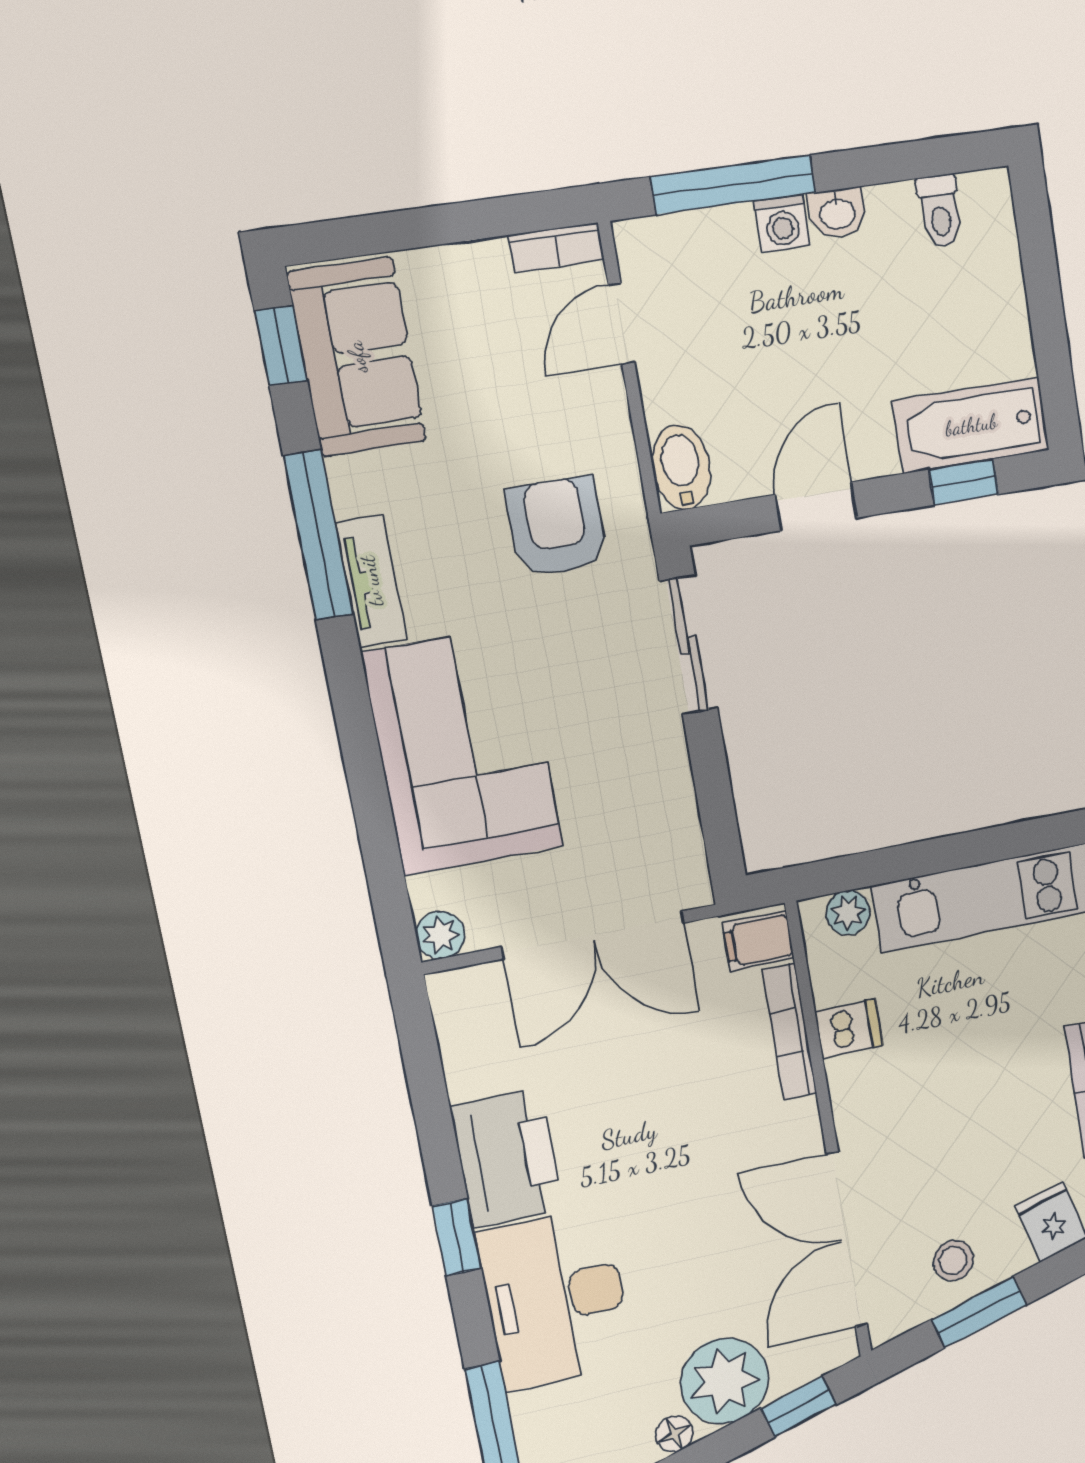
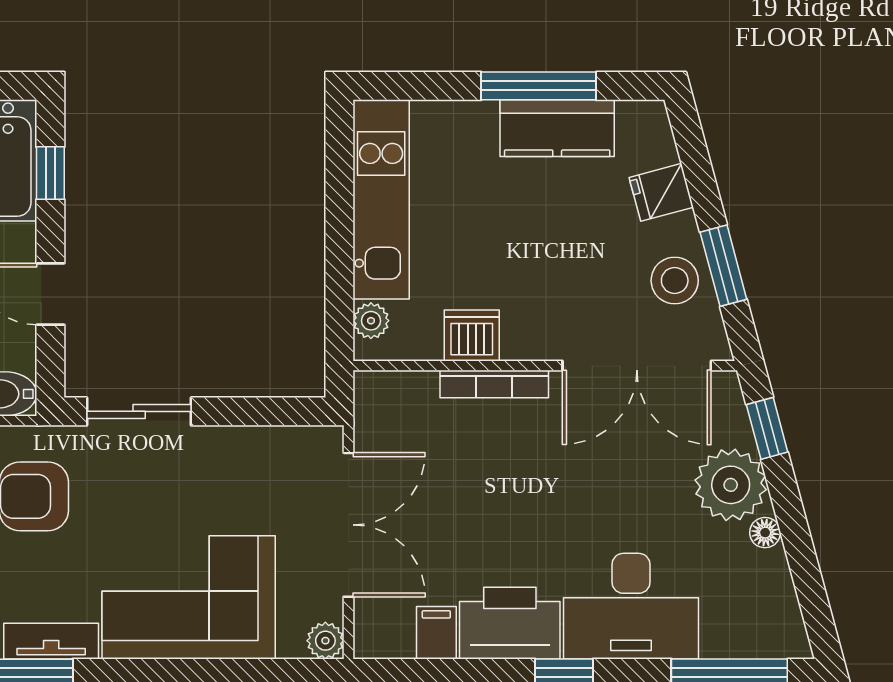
filing cabinet: (758, 941) -> (436, 633), moved, turned 180
dishwasher: (849, 1029) -> (472, 336), width x1.38
bookcase: (789, 1032) -> (494, 384), moved
stool: (953, 1260) -> (675, 281), width x1.37, depth x1.37

